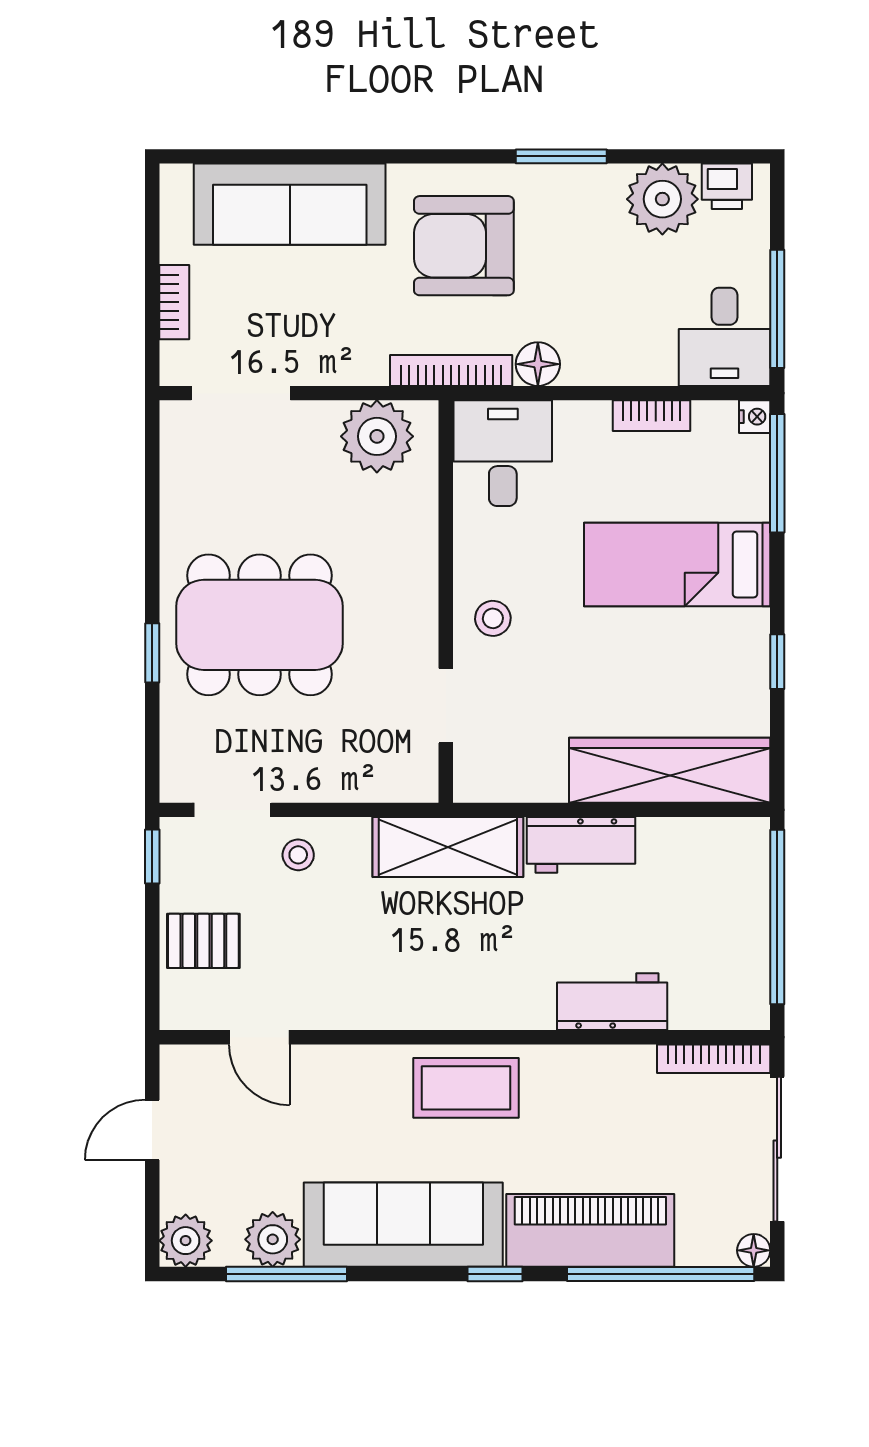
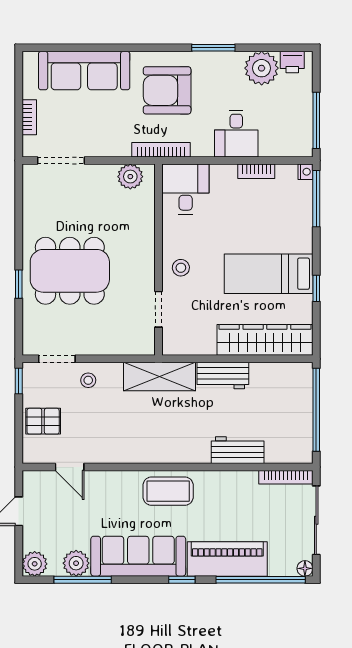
desk: (724, 337) -> (236, 134), moved
floor lamp: (538, 364) -> (202, 147), removed
plant: (377, 436) -> (130, 177), width x0.73, depth x0.73
bed: (677, 564) -> (269, 274), moved

